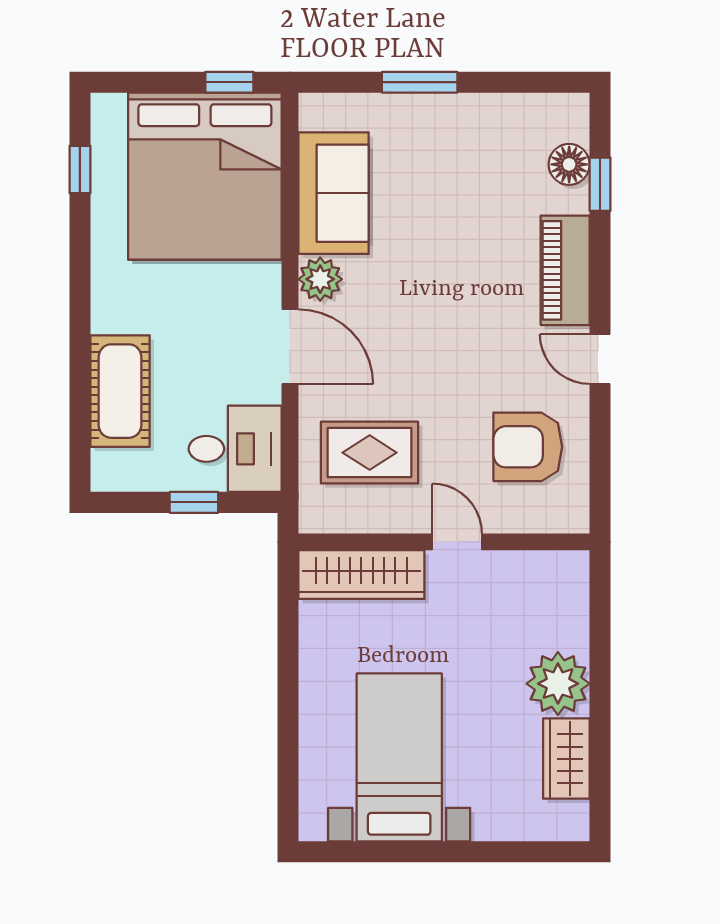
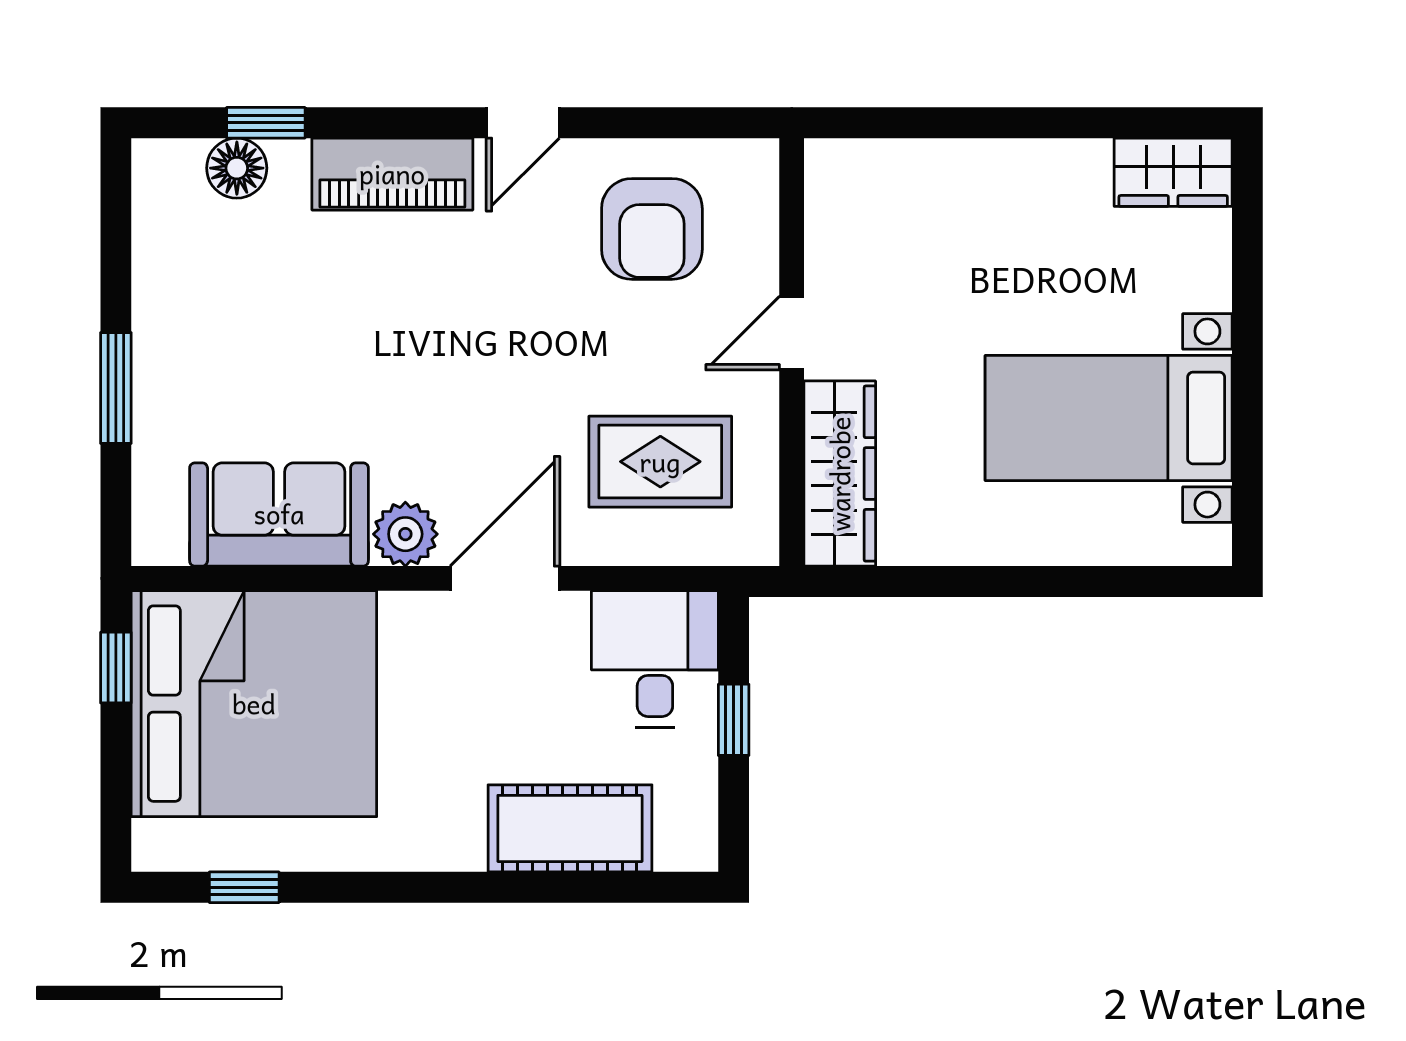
rug: (370, 453) -> (660, 462), turned 90
plant: (558, 684) -> (1000, 185), removed
wardrobe: (566, 759) -> (1173, 172), moved

